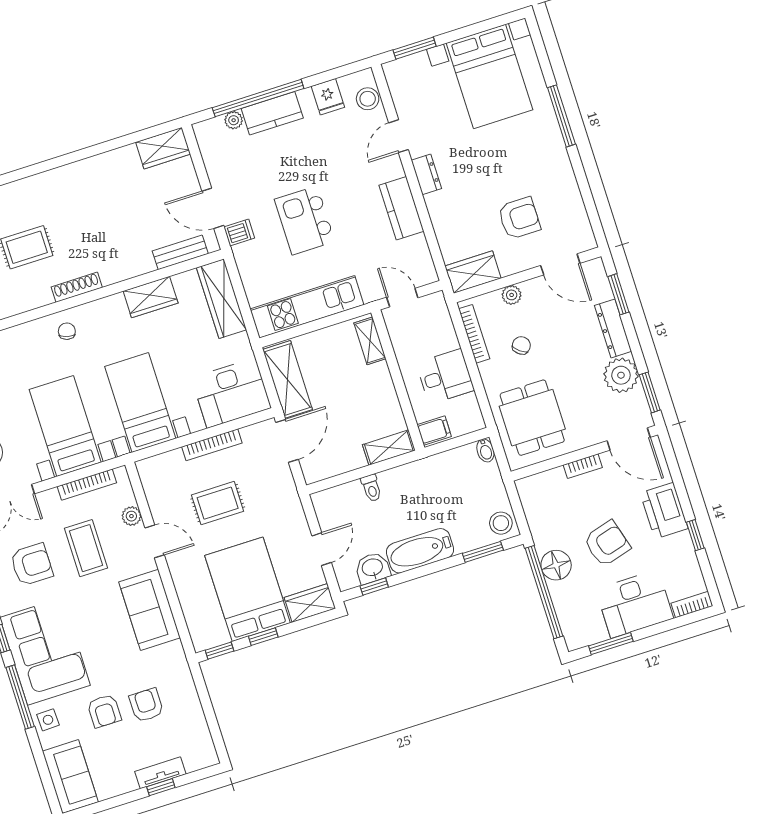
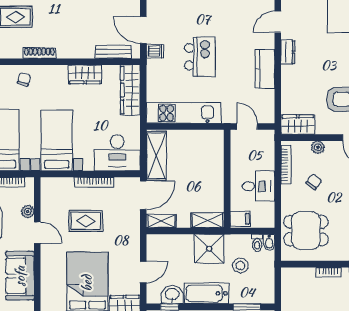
kitchen island: (305, 220) -> (200, 57), turned 180
shelving: (370, 341) -> (161, 221), moved, turned 90
dining table: (532, 418) -> (306, 231), turned 90
shower: (404, 487) -> (209, 249), added
toilet: (371, 488) -> (257, 243), moved
stool: (501, 523) -> (240, 266), moved

